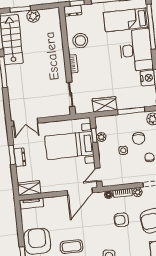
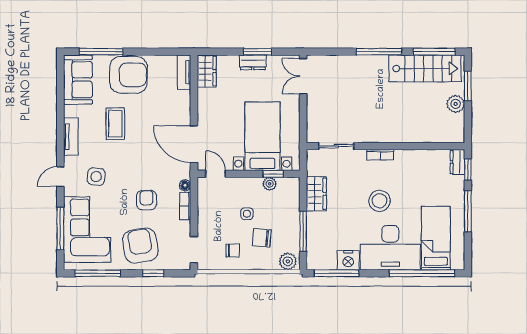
stool: (80, 41) -> (380, 201), moved
plant: (137, 192) -> (184, 228), removed

